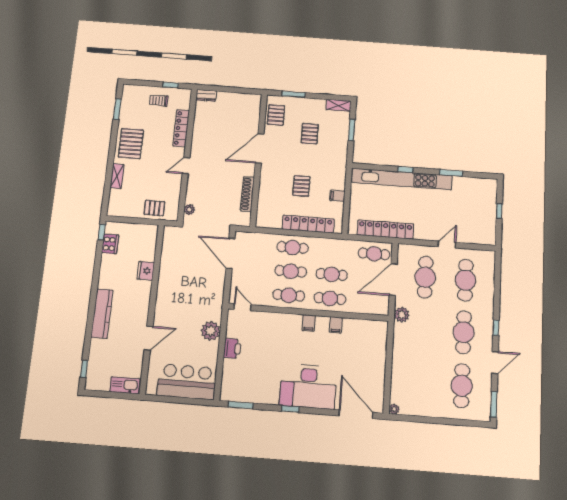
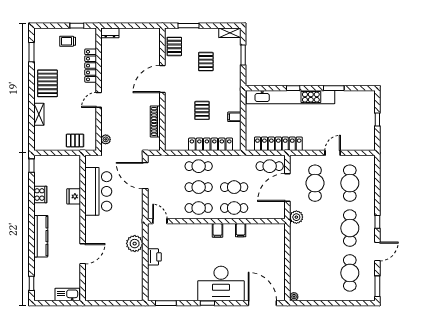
cooker: (110, 244) -> (40, 194), moved
bar counter: (187, 382) -> (98, 191), moved, turned 90

